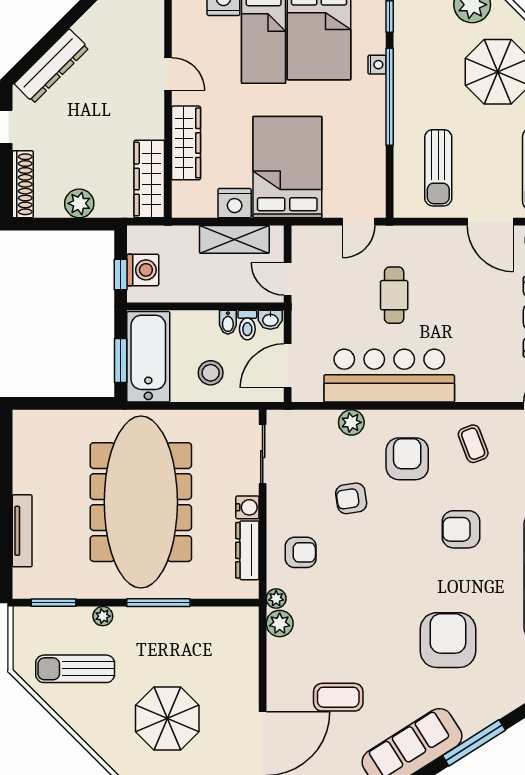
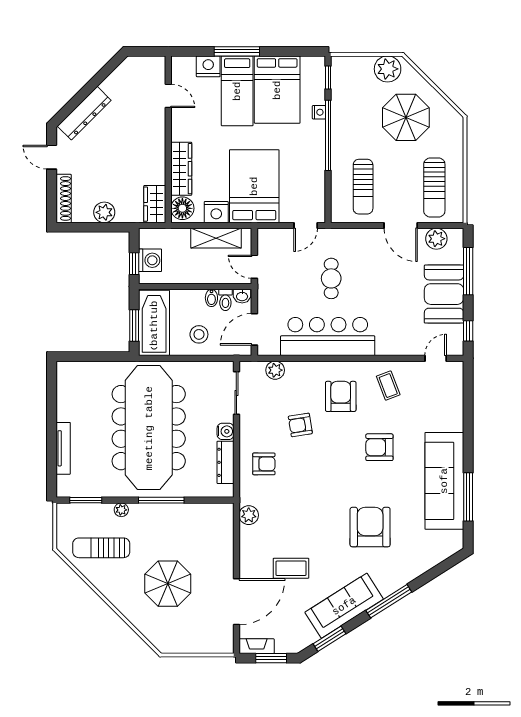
door: (168, 74) -> (168, 96), moved
wardrobe: (149, 179) -> (155, 204), width x0.67
floor lamp: (188, 198) -> (182, 208), added
plant: (351, 422) -> (275, 370), moved
plant: (276, 599) -> (246, 497), removed

